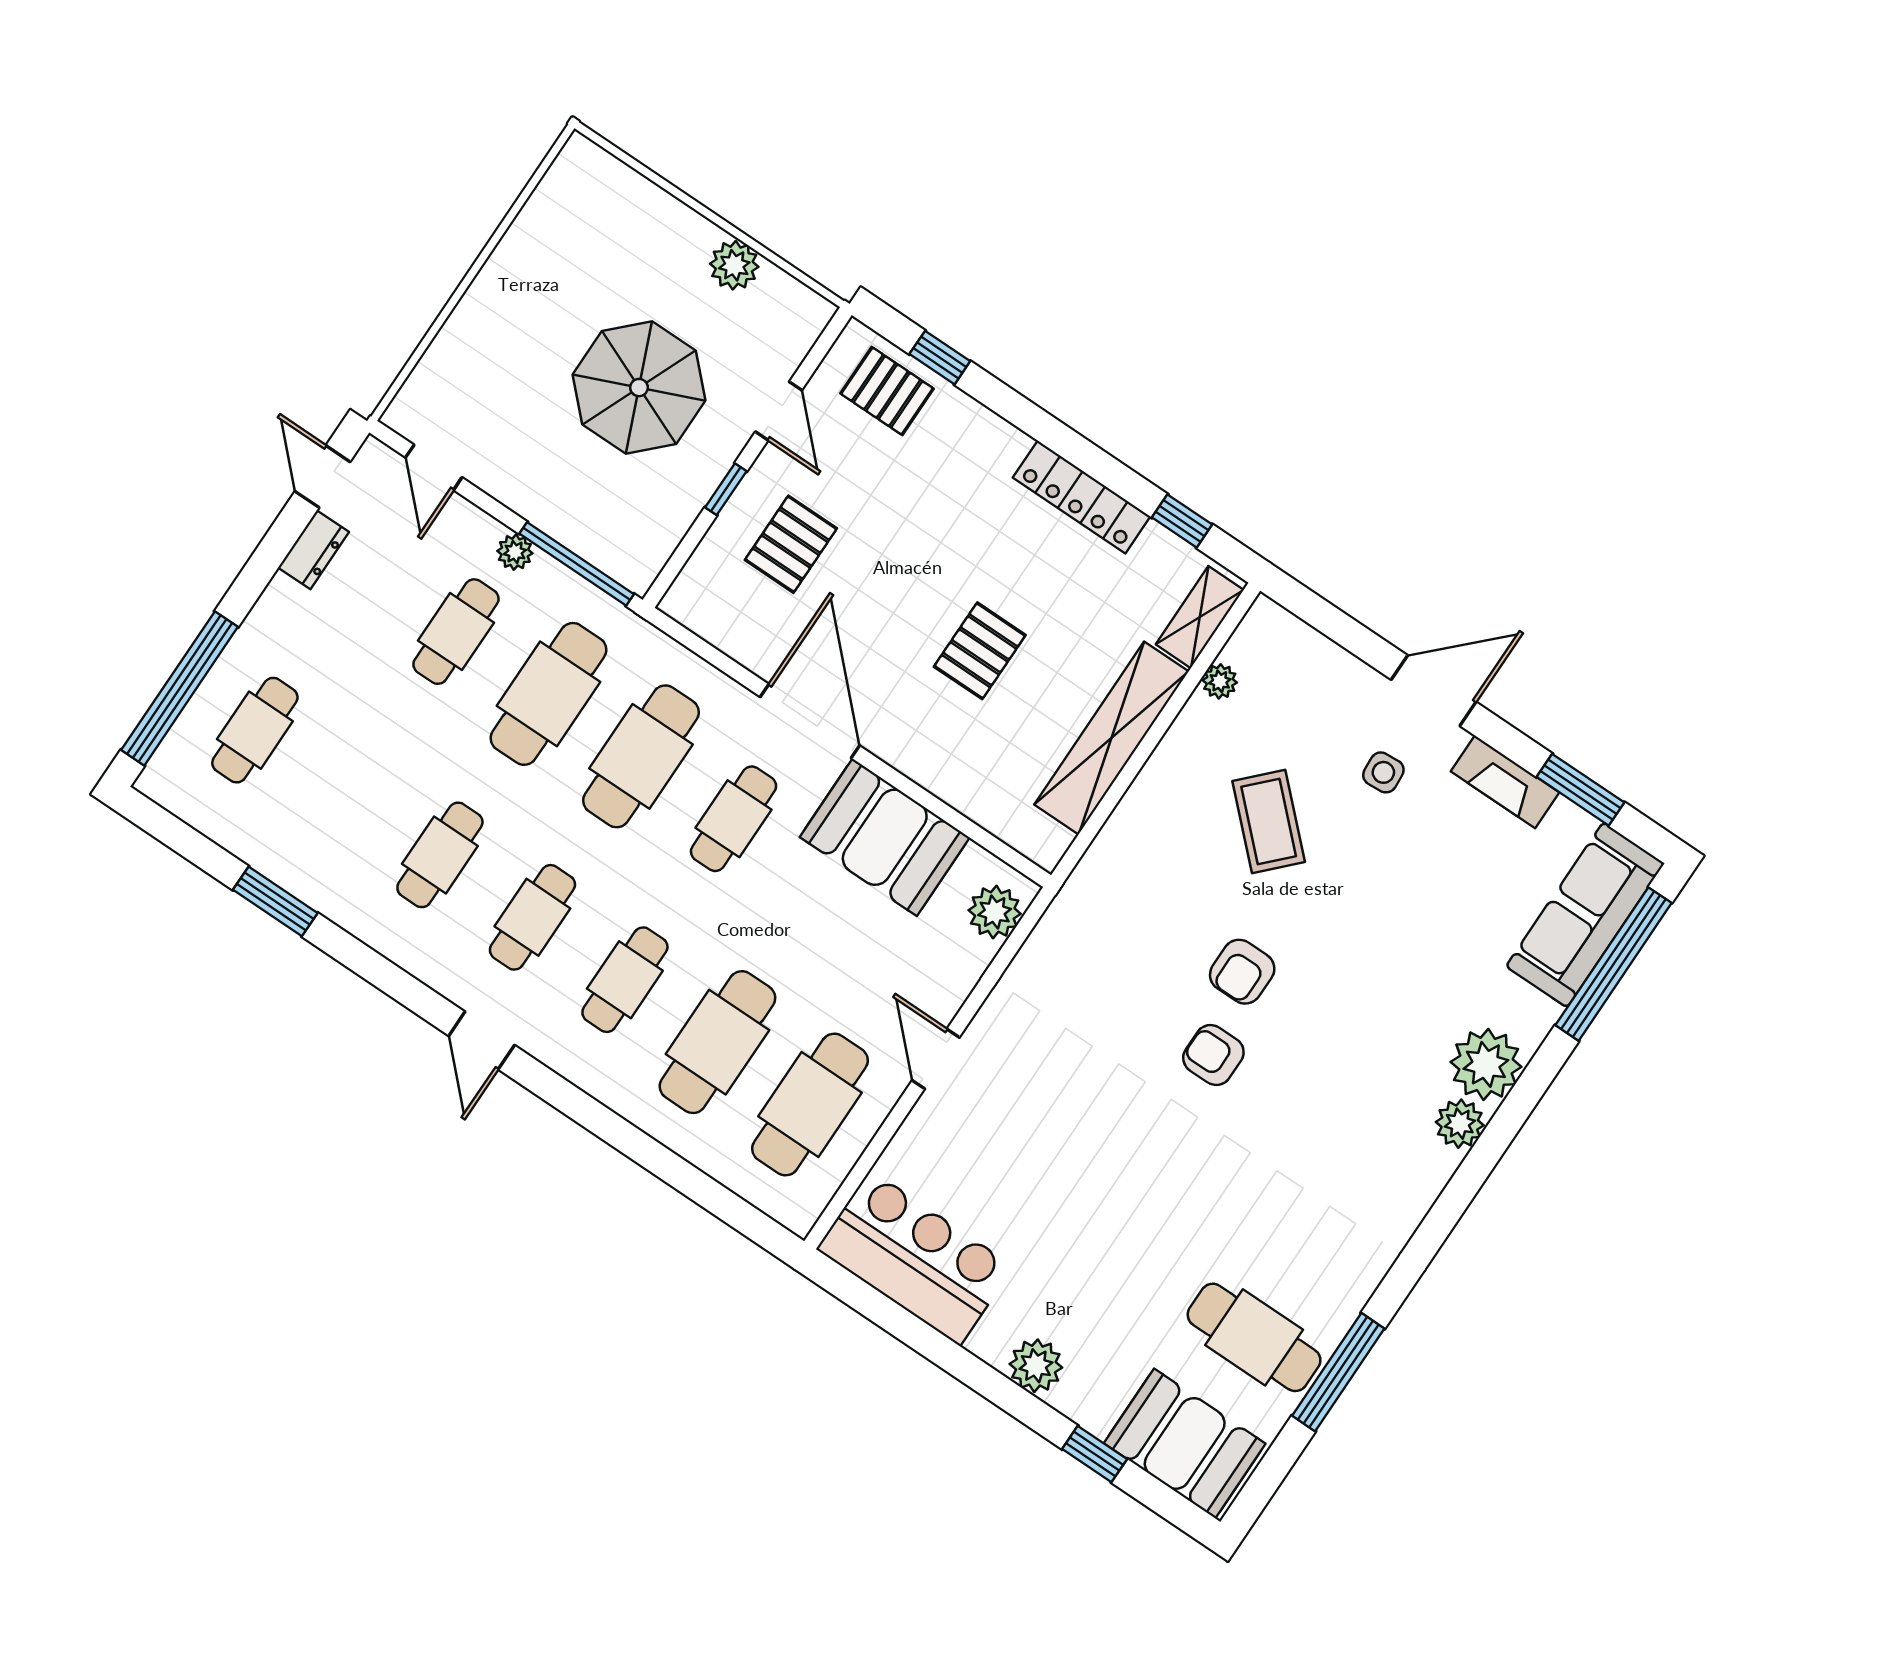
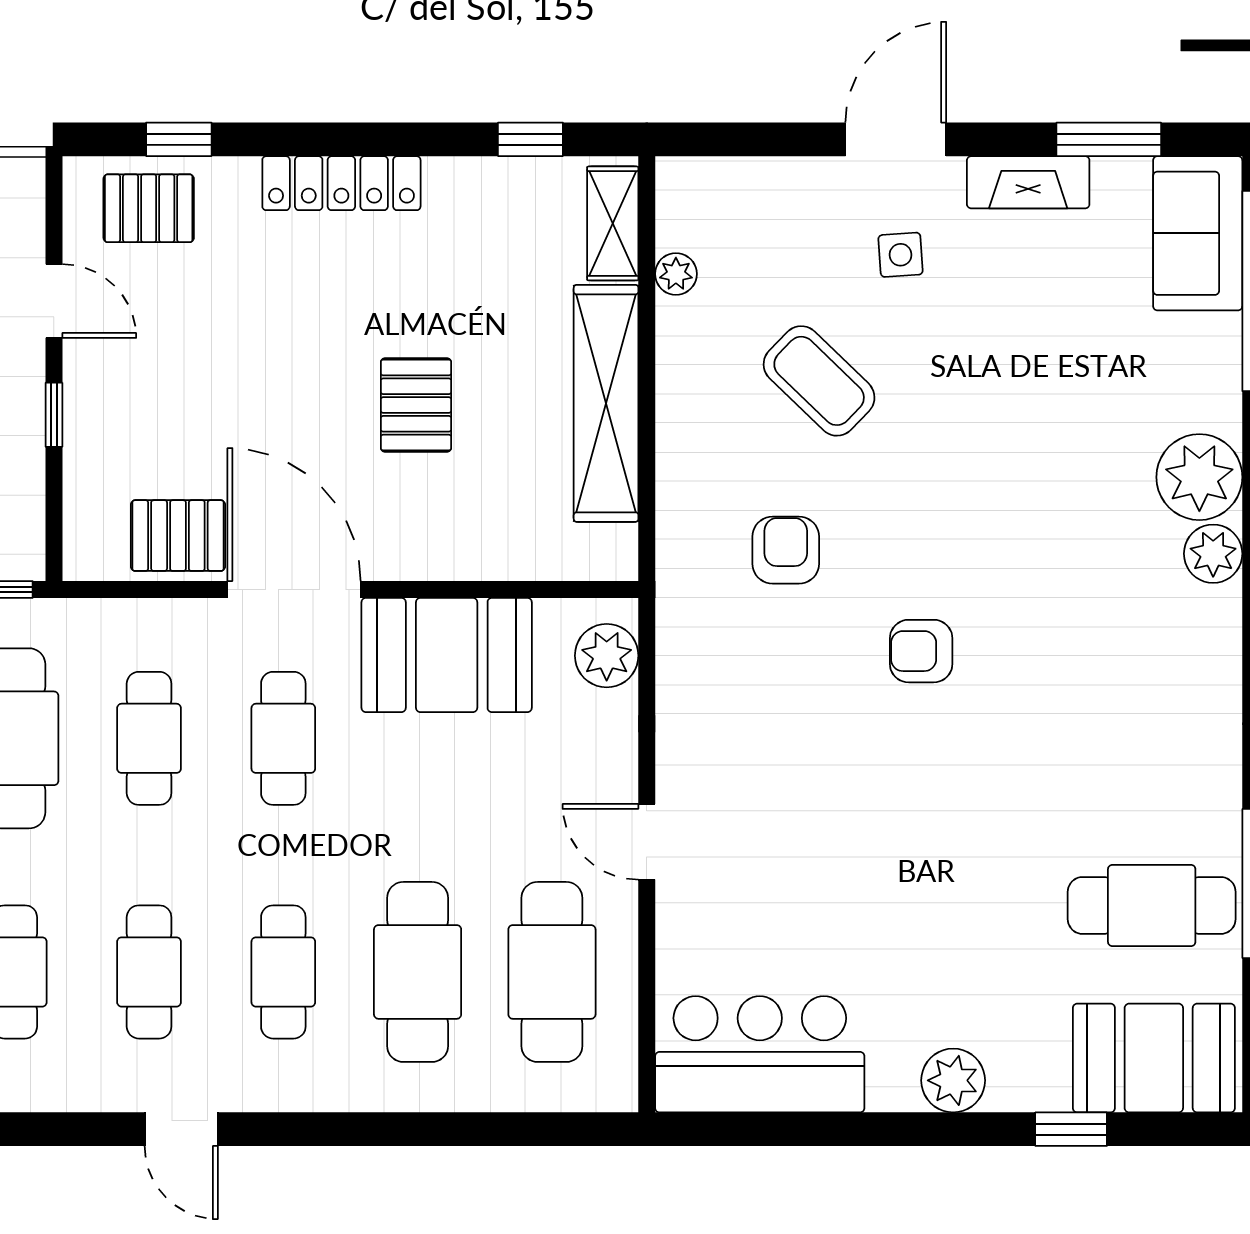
locker: (1082, 497) -> (341, 183), moved
pallet: (791, 544) -> (178, 536), moved, turned 90
cafe table: (641, 756) -> (149, 738), width x0.73, depth x0.74
sofa: (1585, 915) -> (1198, 233), width x0.73
armchair: (1242, 972) -> (786, 550), moved, turned 180

